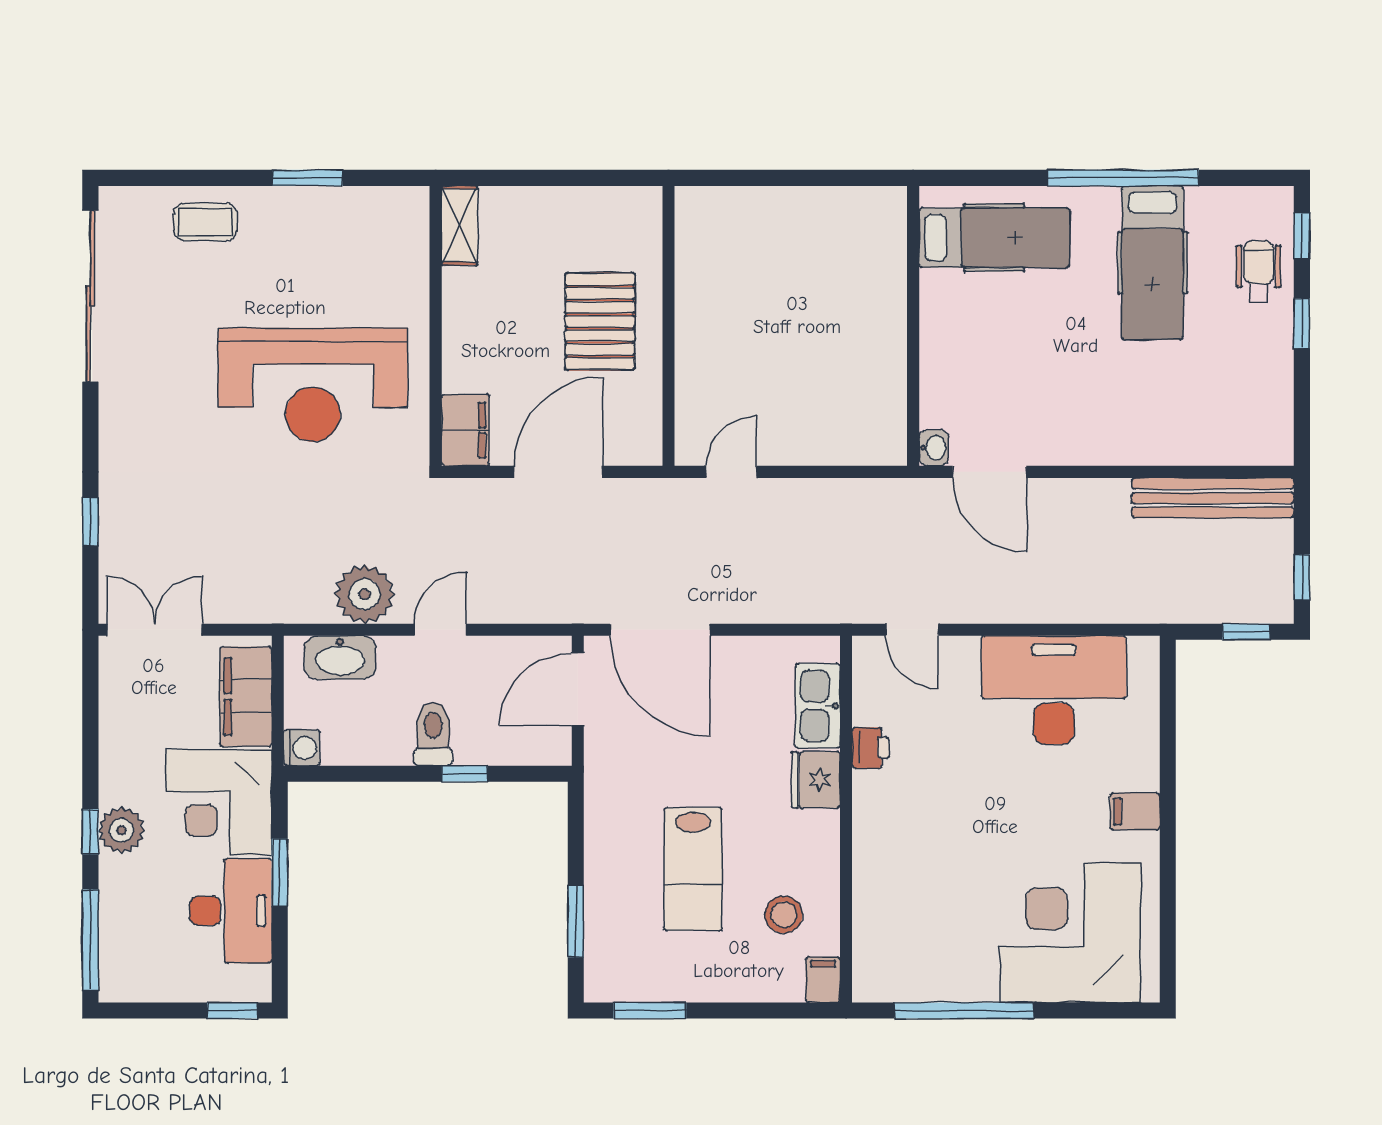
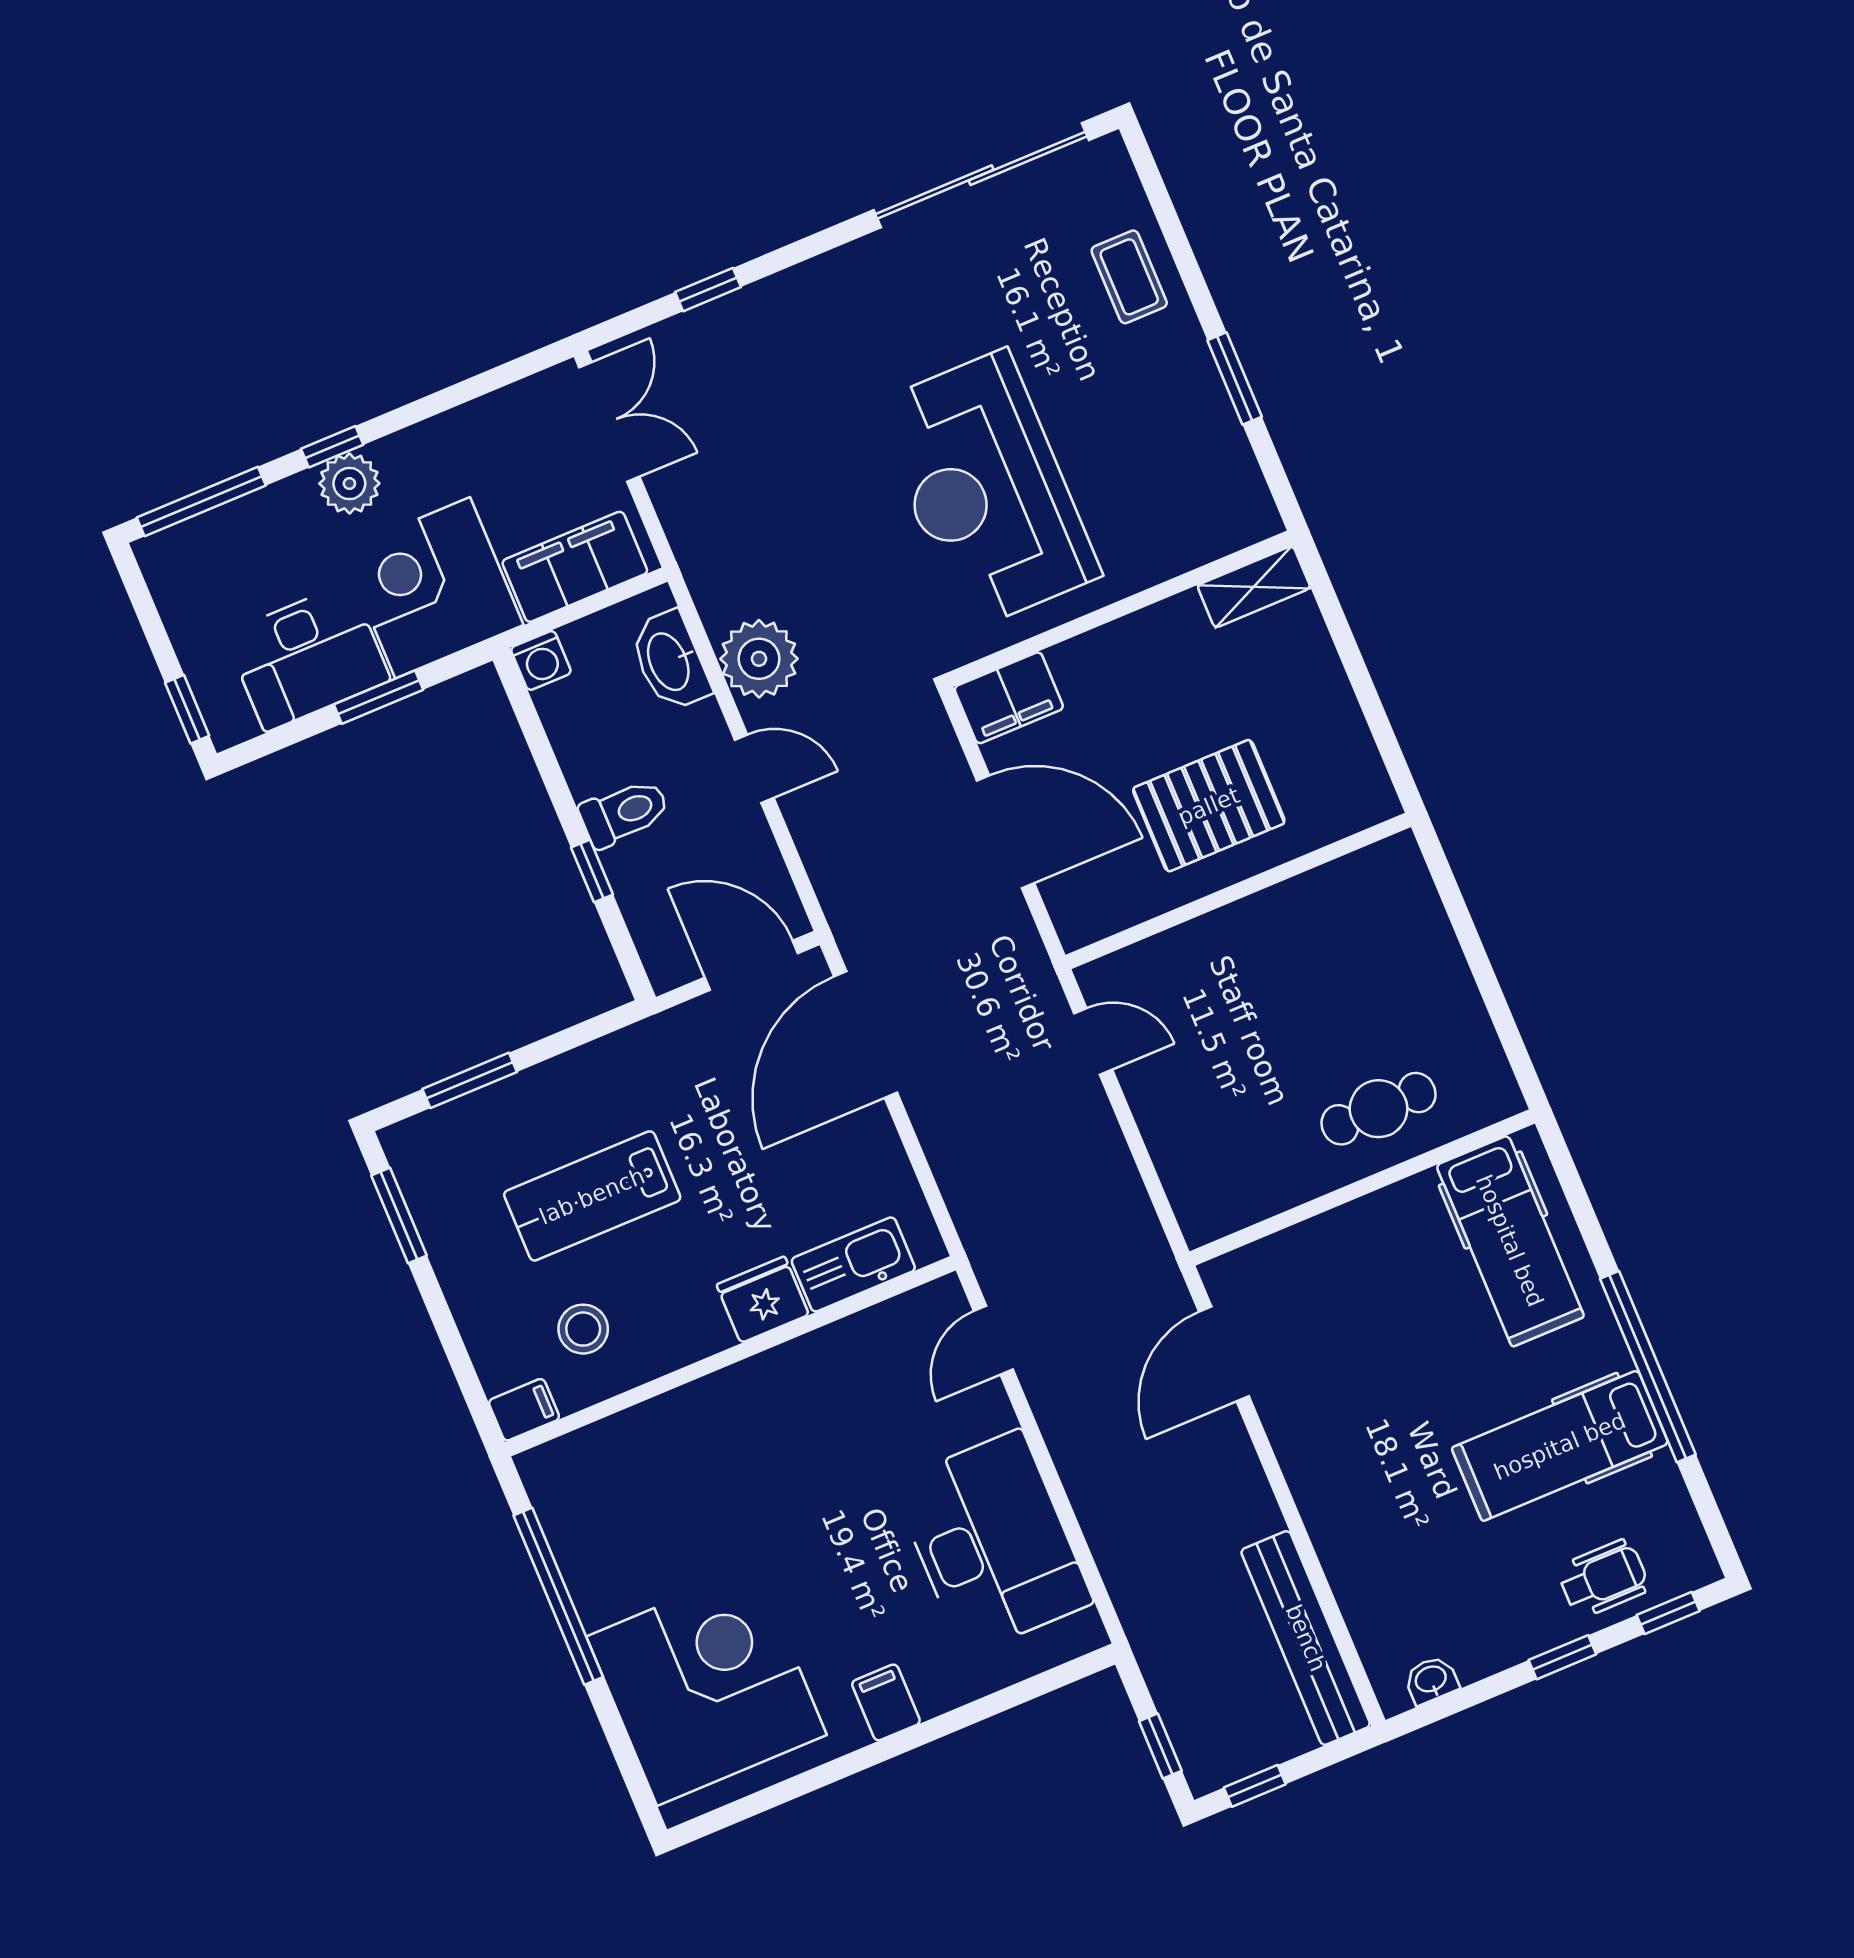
cafe table: (863, 291) -> (1379, 1109), added
washbasin: (934, 448) -> (1431, 1680), moved, turned 180
printer: (871, 748) -> (829, 1350), removed

